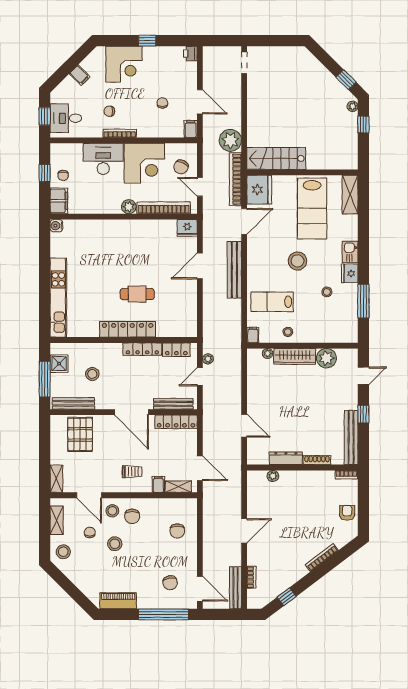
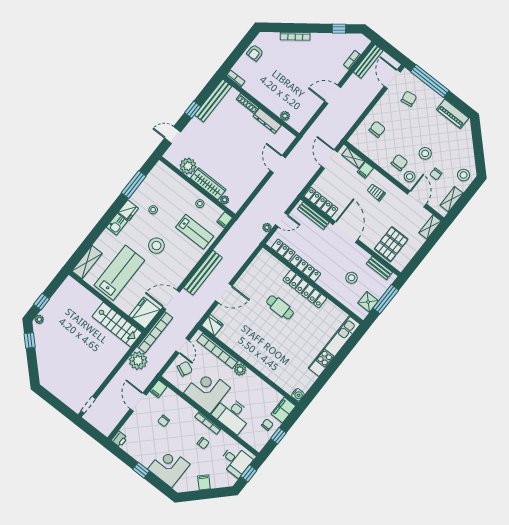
bench: (73, 403) -> (379, 268), width x0.73

